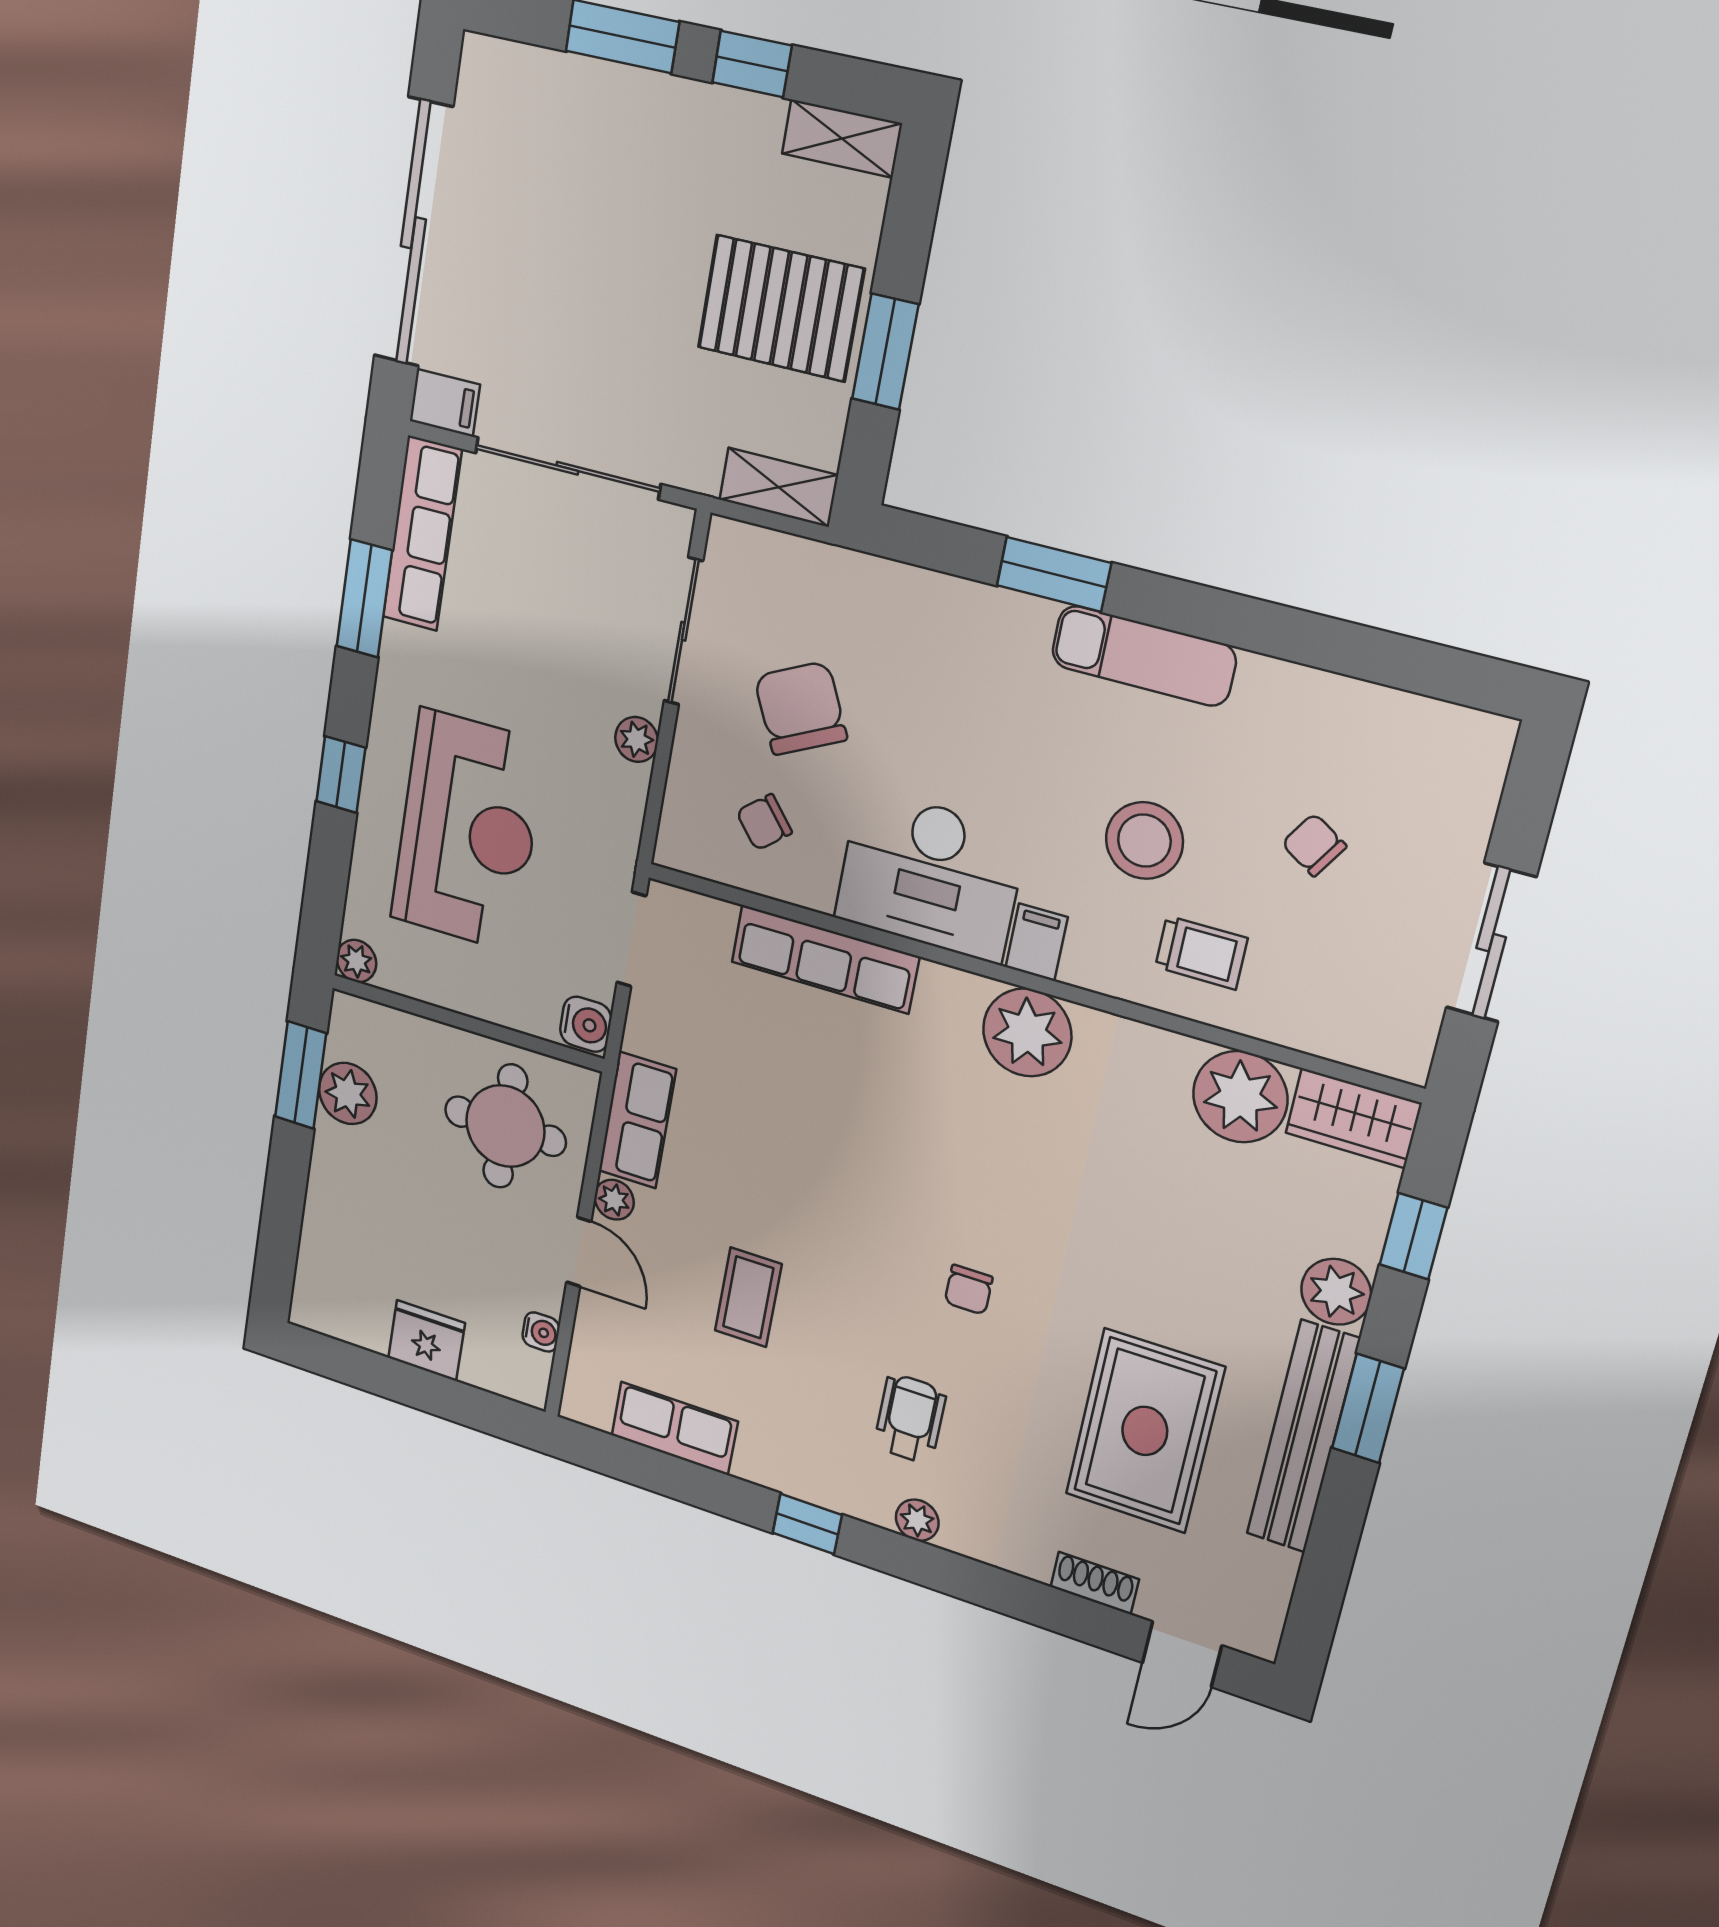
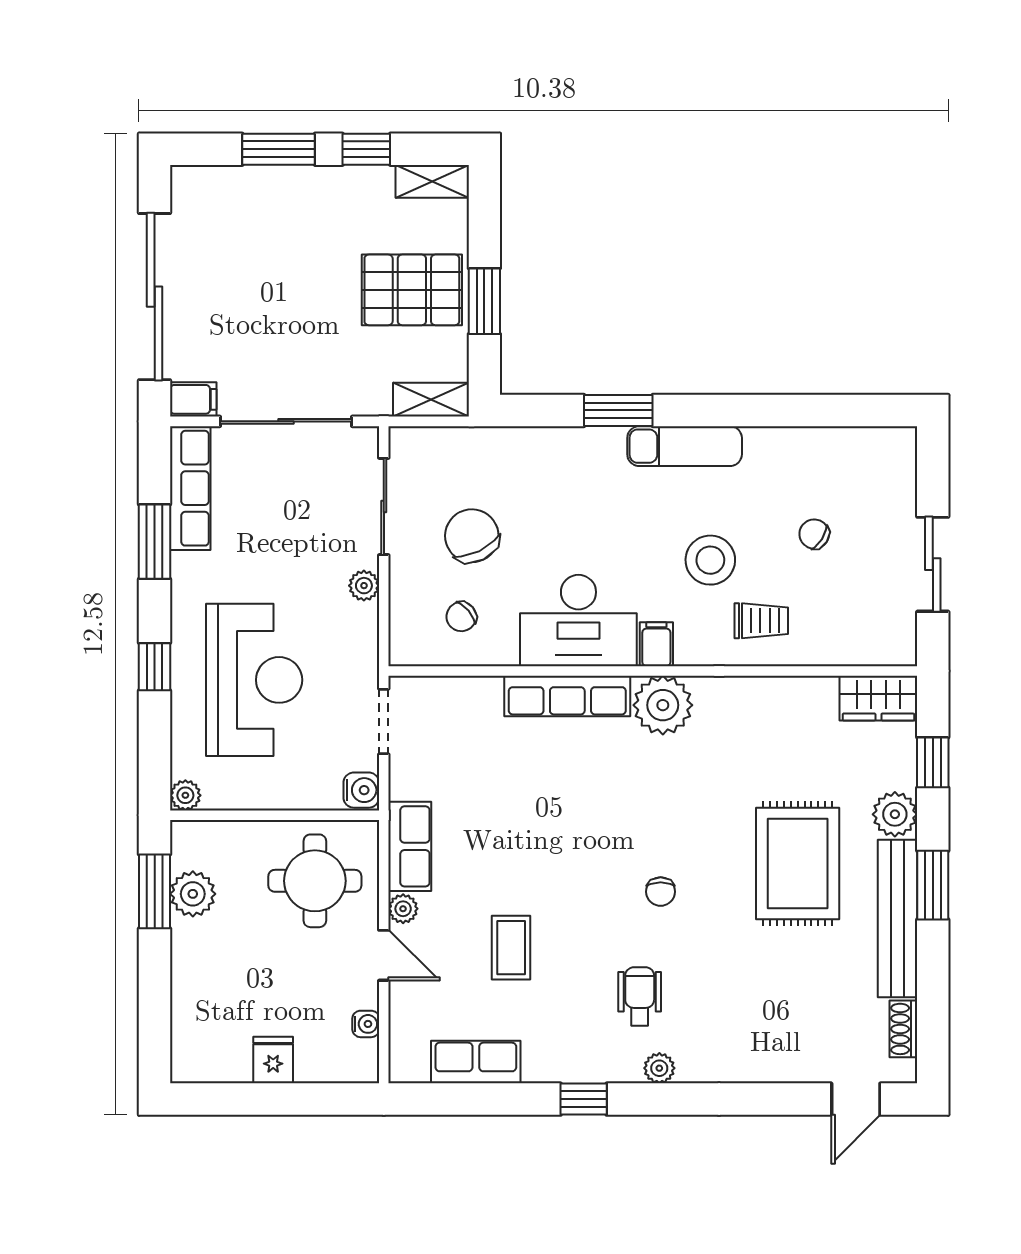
row of seats: (825, 959) -> (567, 696), moved
plant: (1240, 1097) -> (806, 706), removed
fridge: (427, 1341) -> (273, 1060), width x0.72
rug: (1145, 1431) -> (798, 864), moved
shoe rack: (1095, 1583) -> (903, 1029), moved, turned -90

